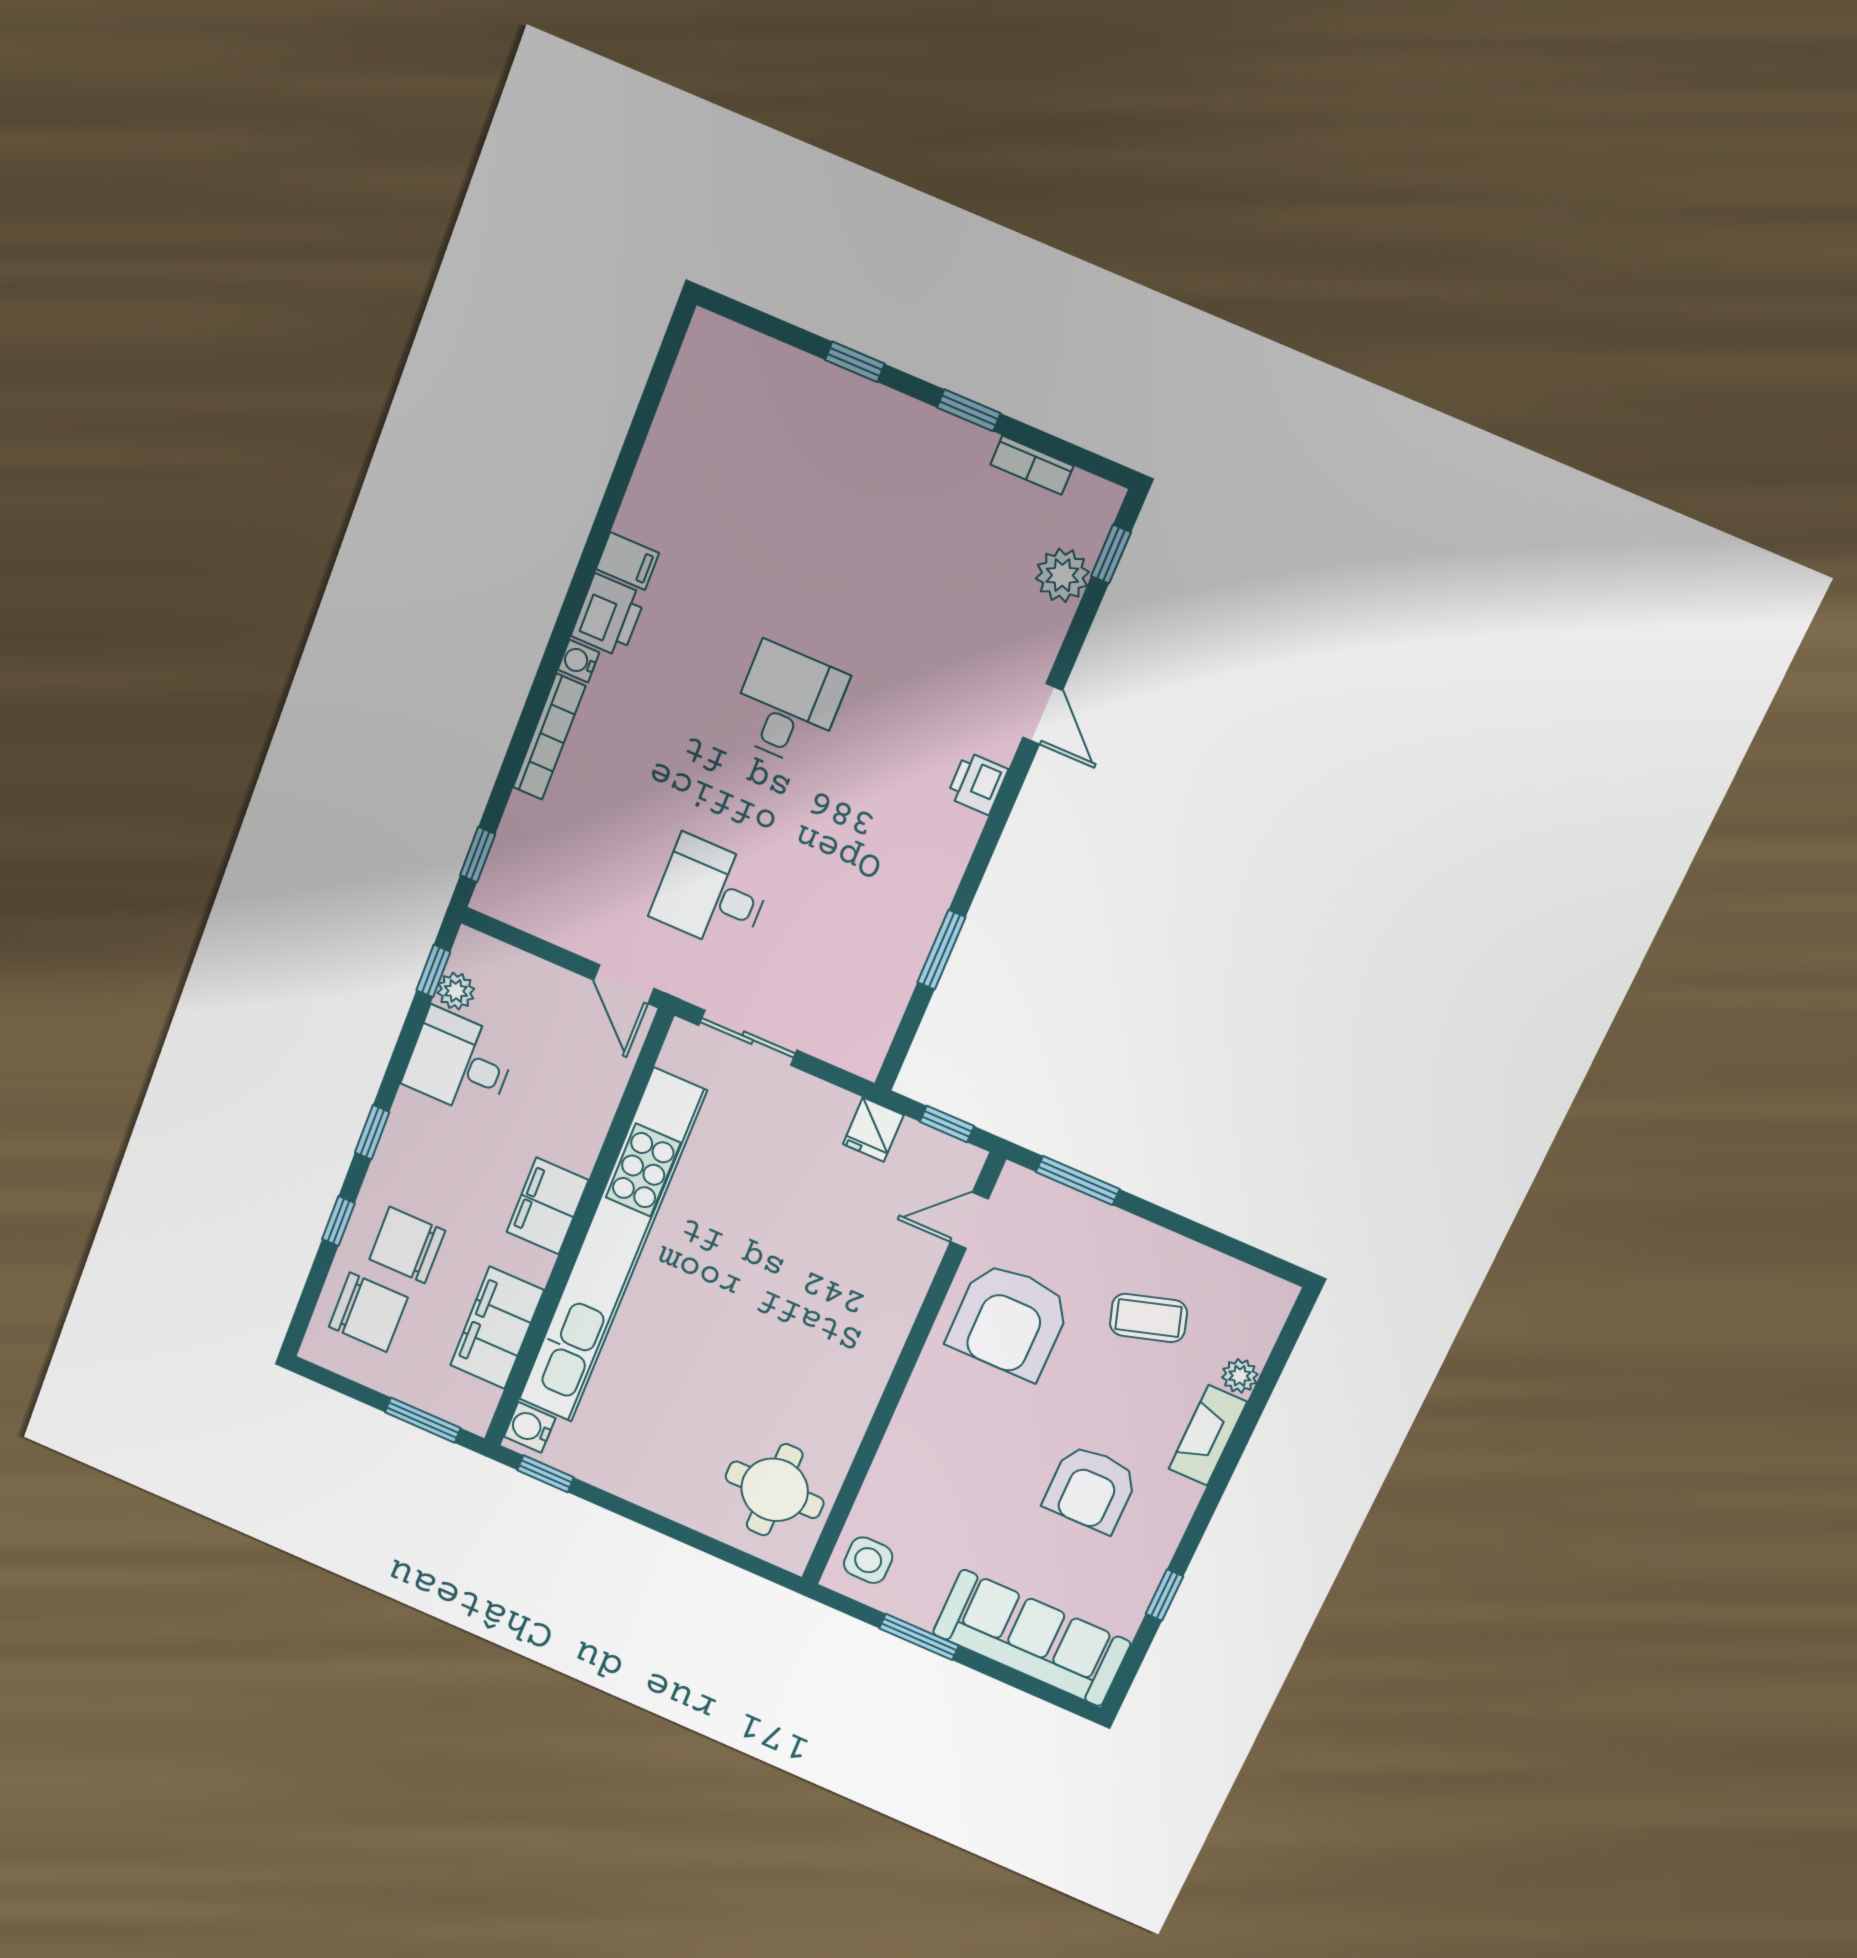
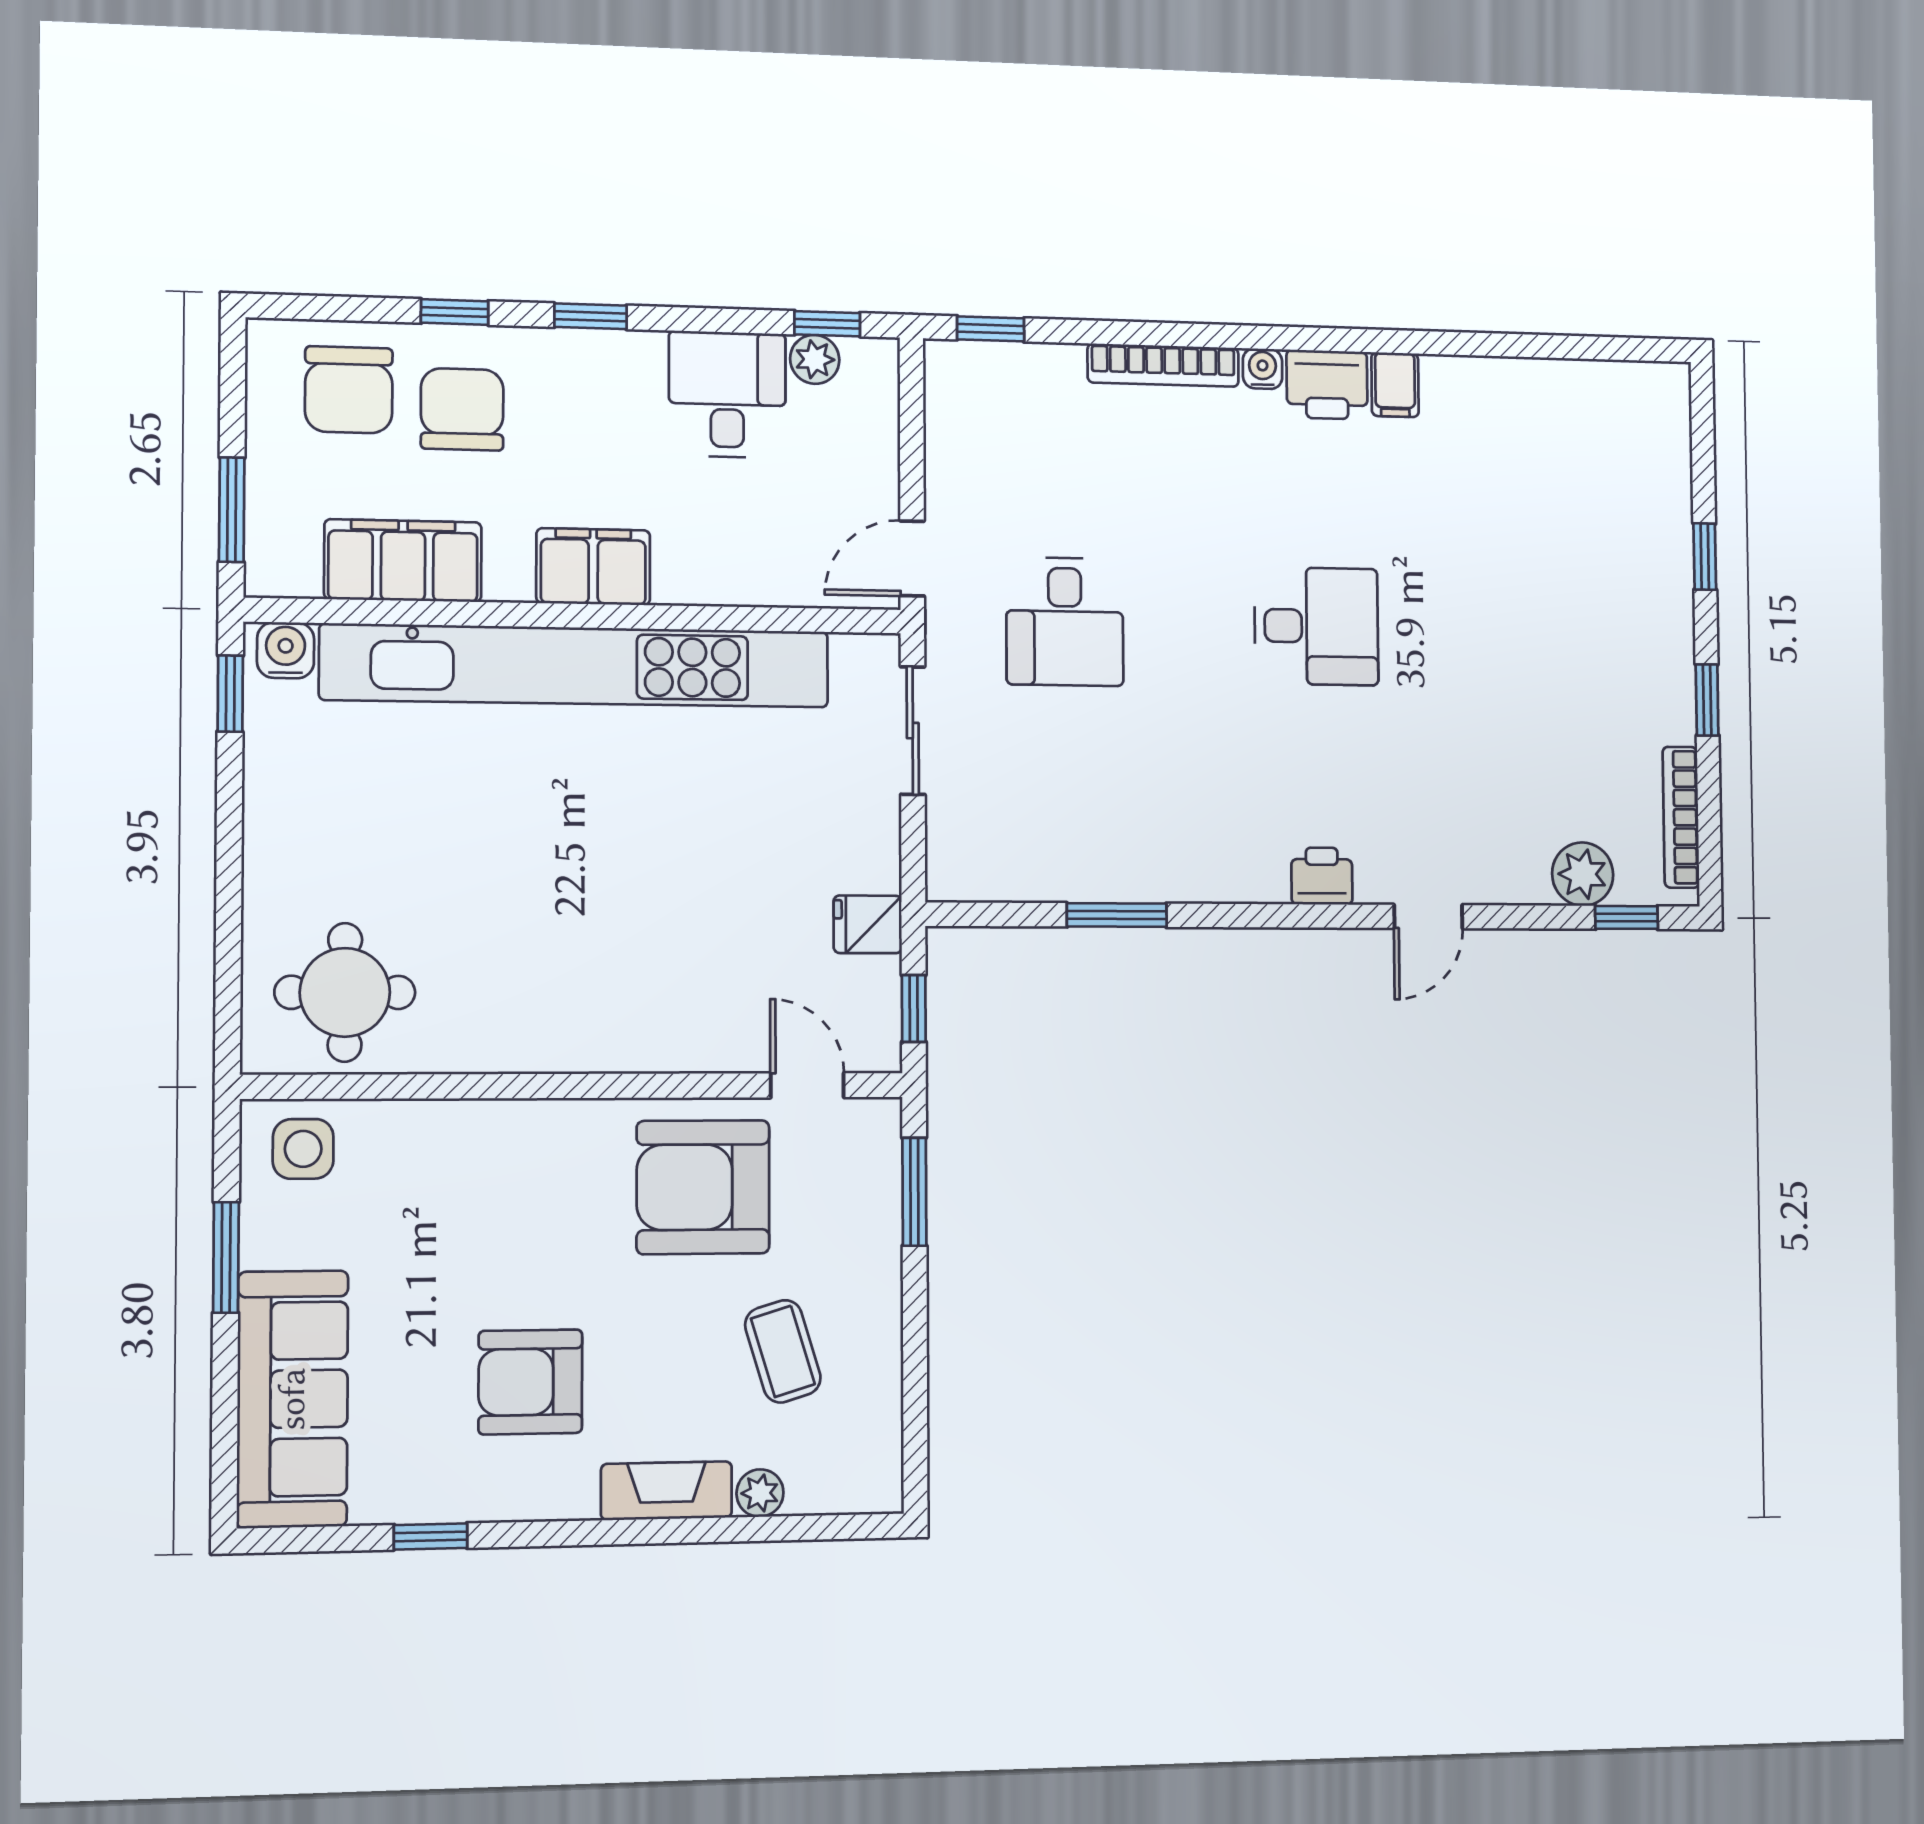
bookcase: (1032, 465) -> (1681, 817), width x1.56
desk: (711, 894) -> (1065, 622), turned 180

